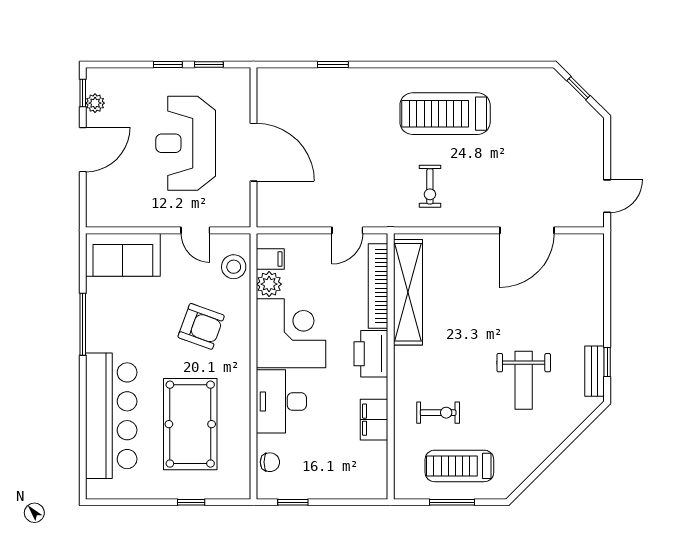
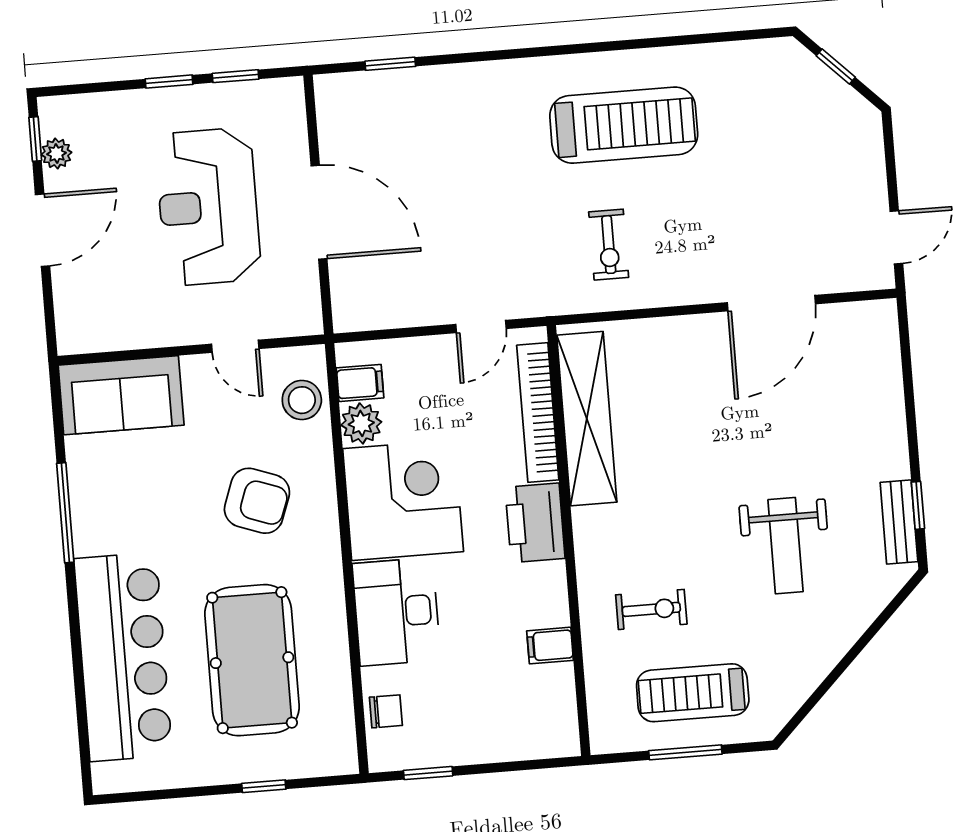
window: (333, 64) -> (390, 64), moved
treadmill: (445, 114) -> (624, 125), turned 180
filing cabinet: (374, 420) -> (550, 646), width x0.50

